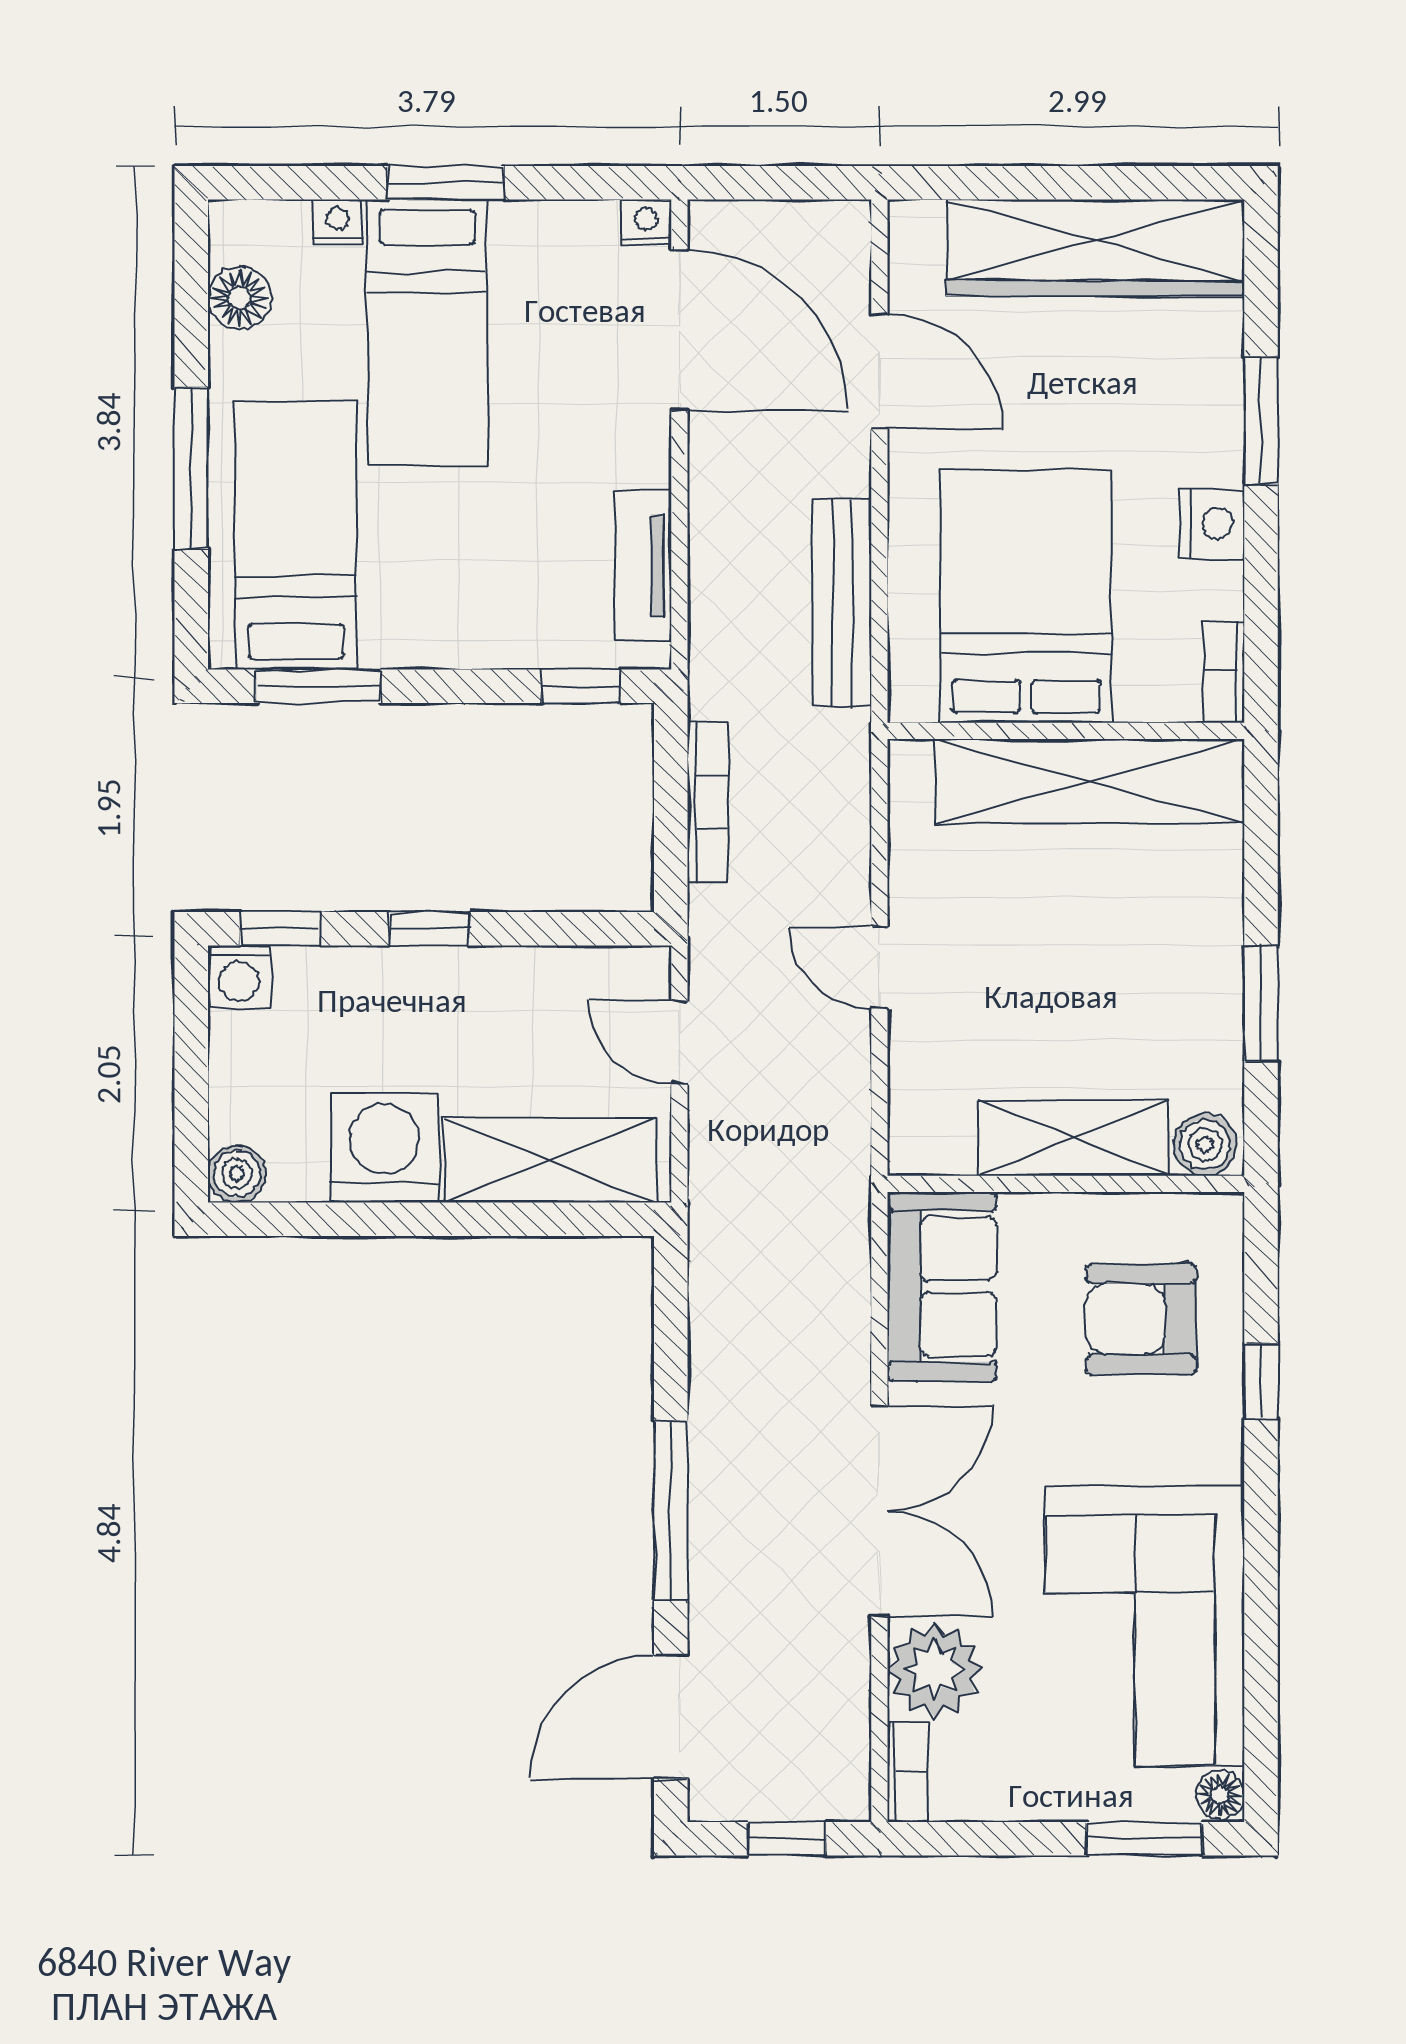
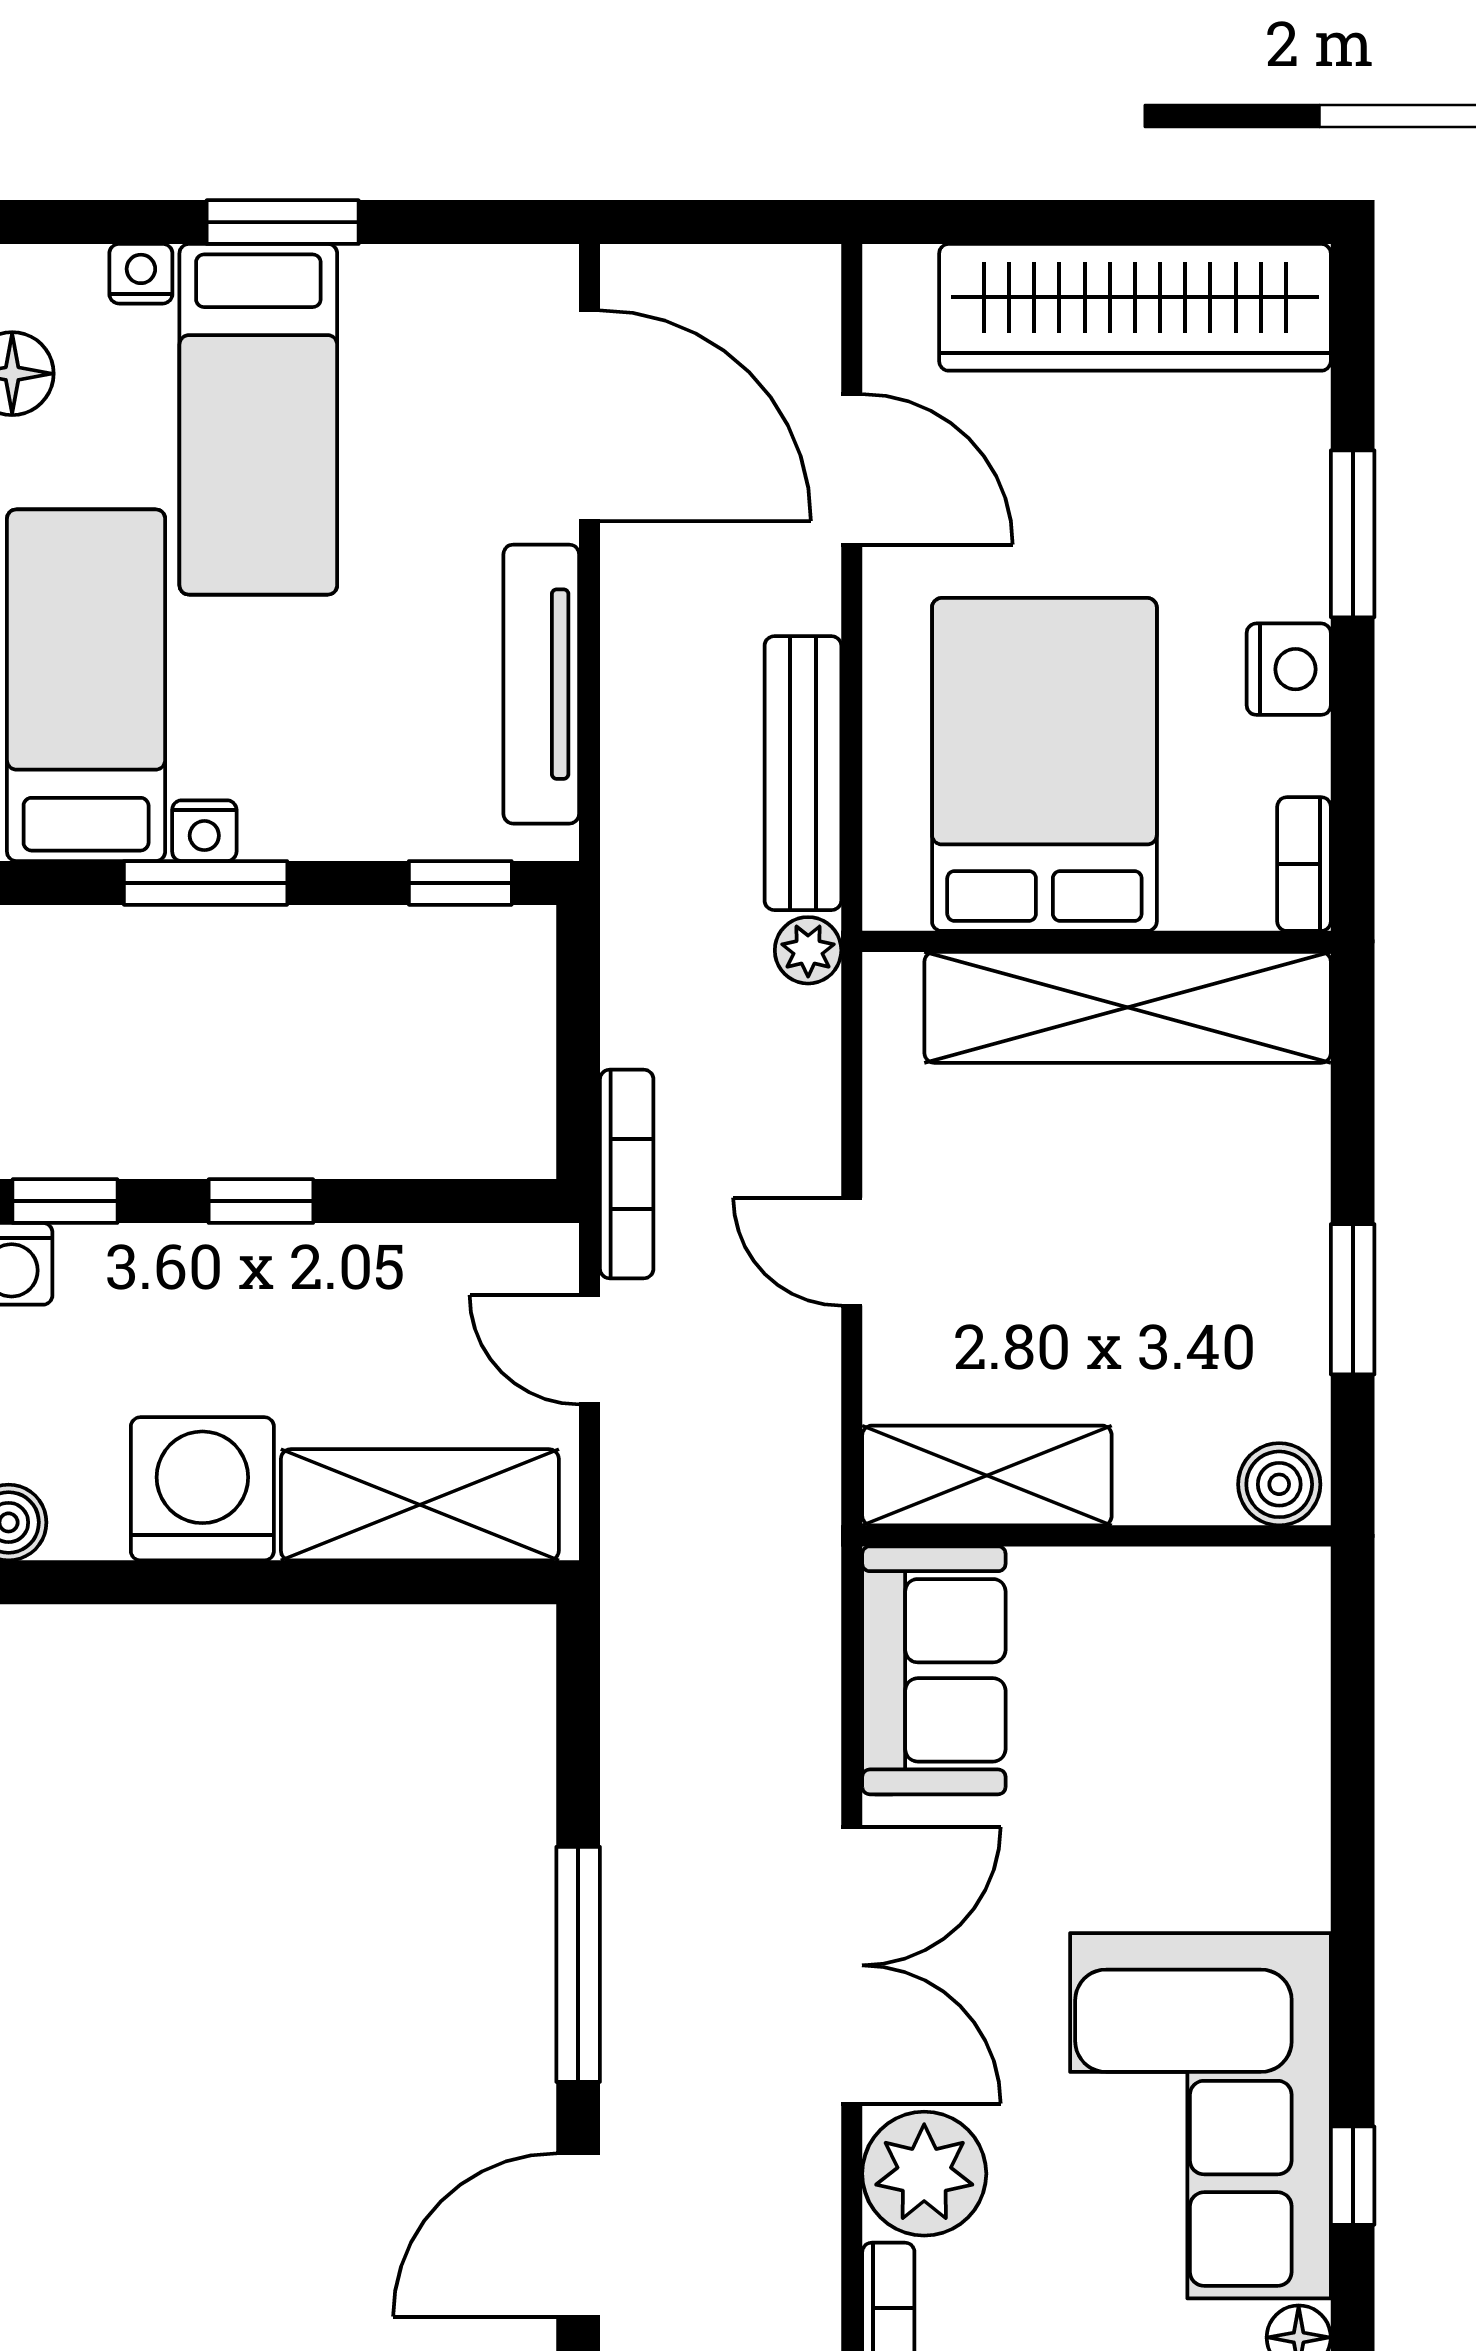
nightstand: (646, 223) -> (204, 831), moved, turned 180
tv unit: (643, 566) -> (541, 684), width x1.41
window: (319, 686) -> (206, 883), moved
plant: (846, 738) -> (808, 950), added
bookcase: (708, 802) -> (627, 1174), moved
shelving: (1073, 1138) -> (987, 1475), moved
armchair: (1141, 1319) -> (1195, 1713), removed
window: (1261, 1381) -> (1353, 2176), moved

